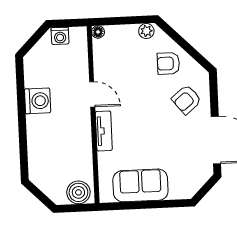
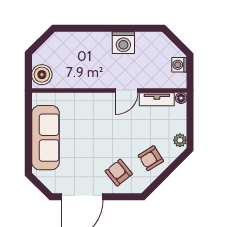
armchair: (168, 63) -> (151, 158), turned -122
tv unit: (104, 131) -> (157, 99), moved
sofa: (140, 185) -> (45, 138), width x1.36

